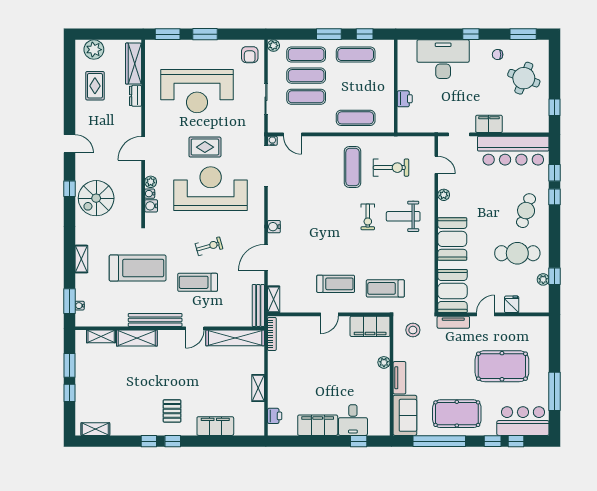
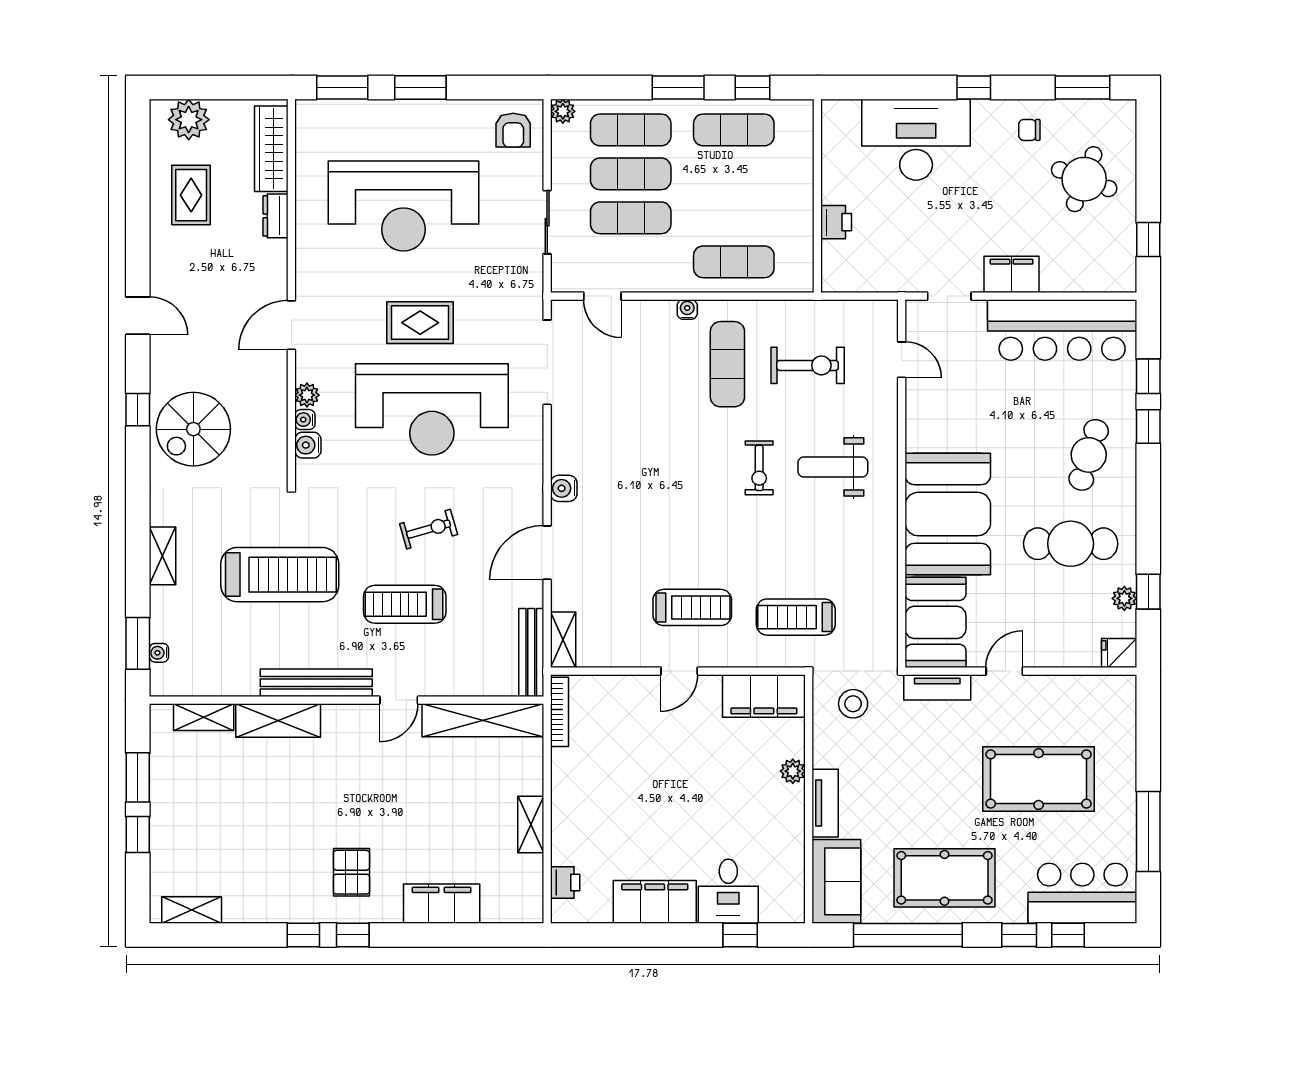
water cooler: (272, 141) -> (687, 309), moved
reception desk: (211, 189) -> (432, 409), turned 180
plant: (444, 195) -> (917, 422), removed
booth: (452, 239) -> (948, 514), width x1.36, depth x1.42
fridge: (512, 304) -> (1119, 653), moved, turned -90

